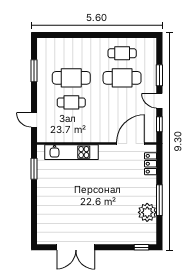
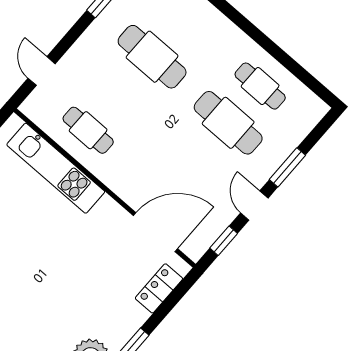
cafe table: (71, 102) -> (88, 130), moved

